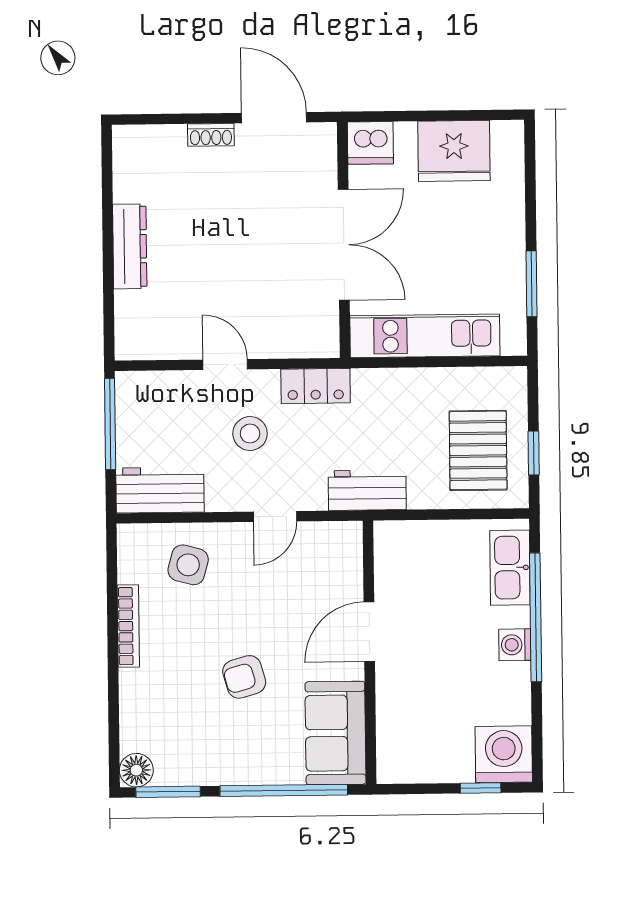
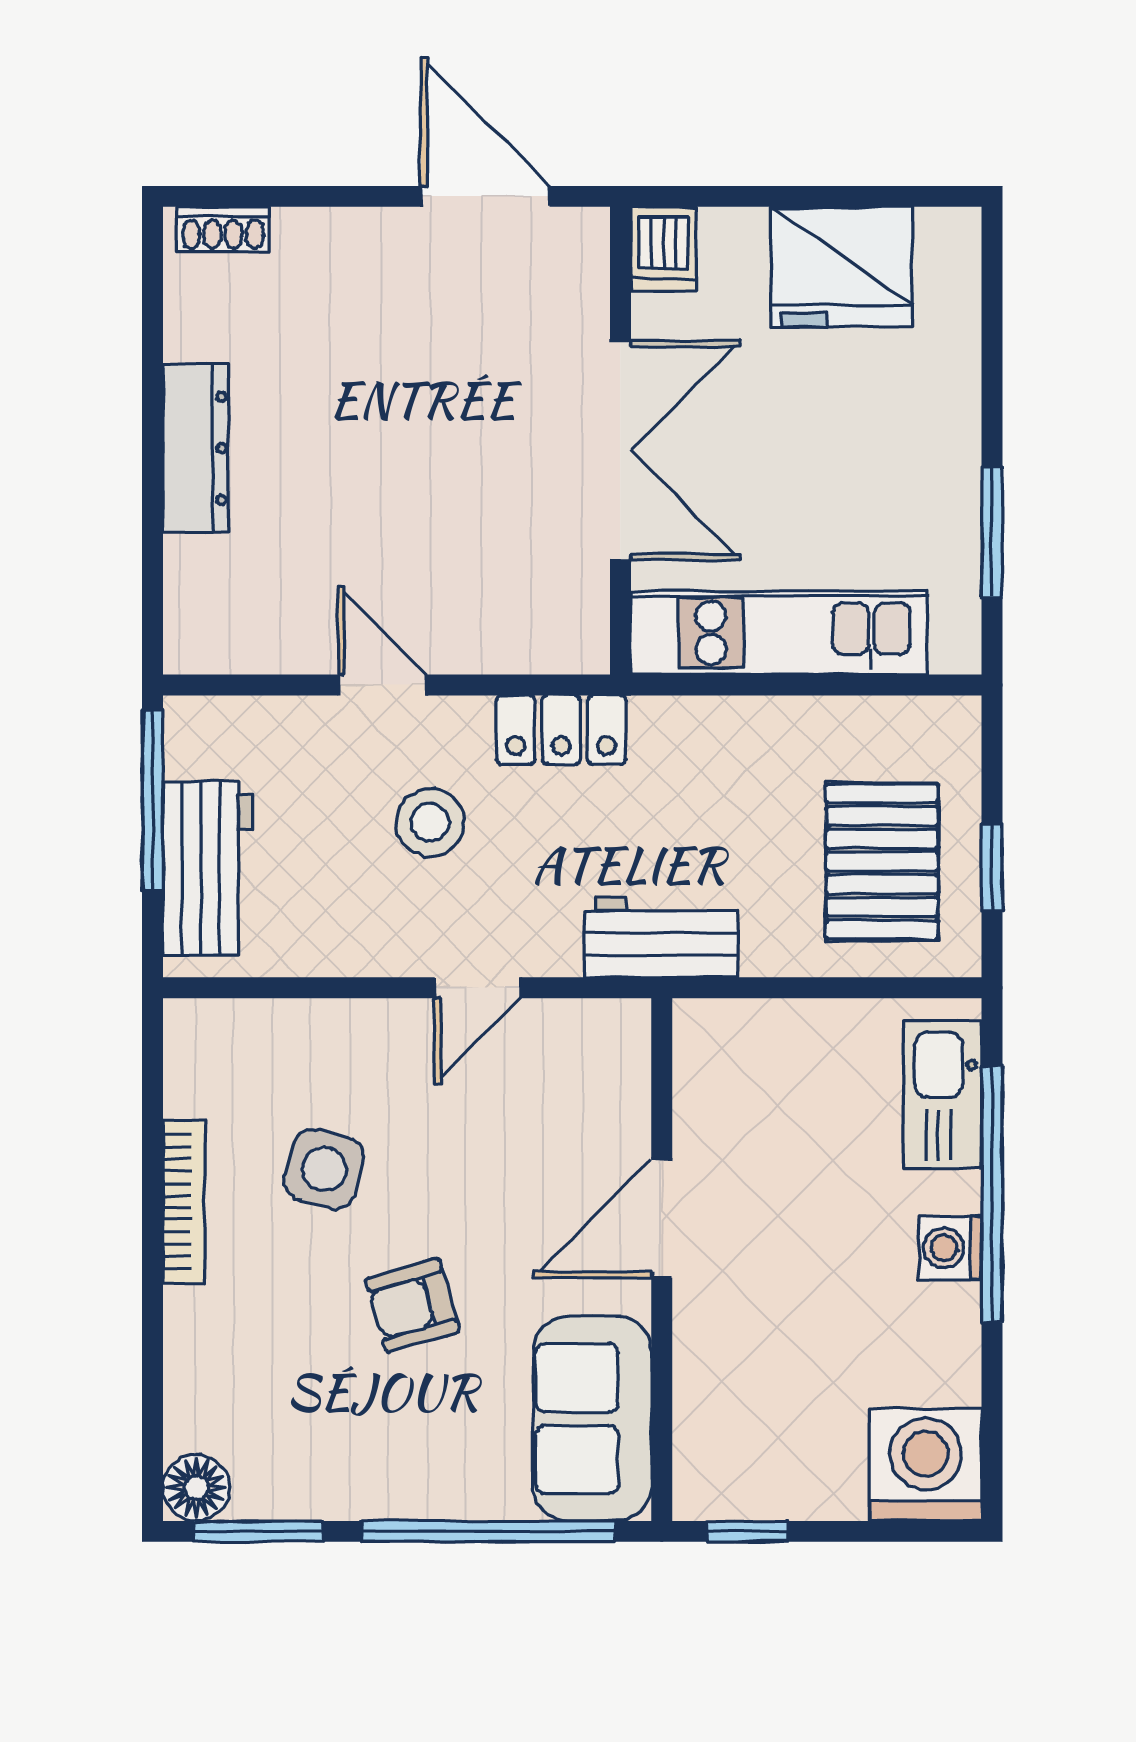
shoe rack: (211, 135) -> (223, 229), moved
dishwasher: (370, 143) -> (663, 249), width x0.73
workbench: (160, 490) -> (208, 868), moved, turned 90
side table: (188, 565) -> (324, 1169), moved
window: (481, 788) -> (748, 1531), moved

